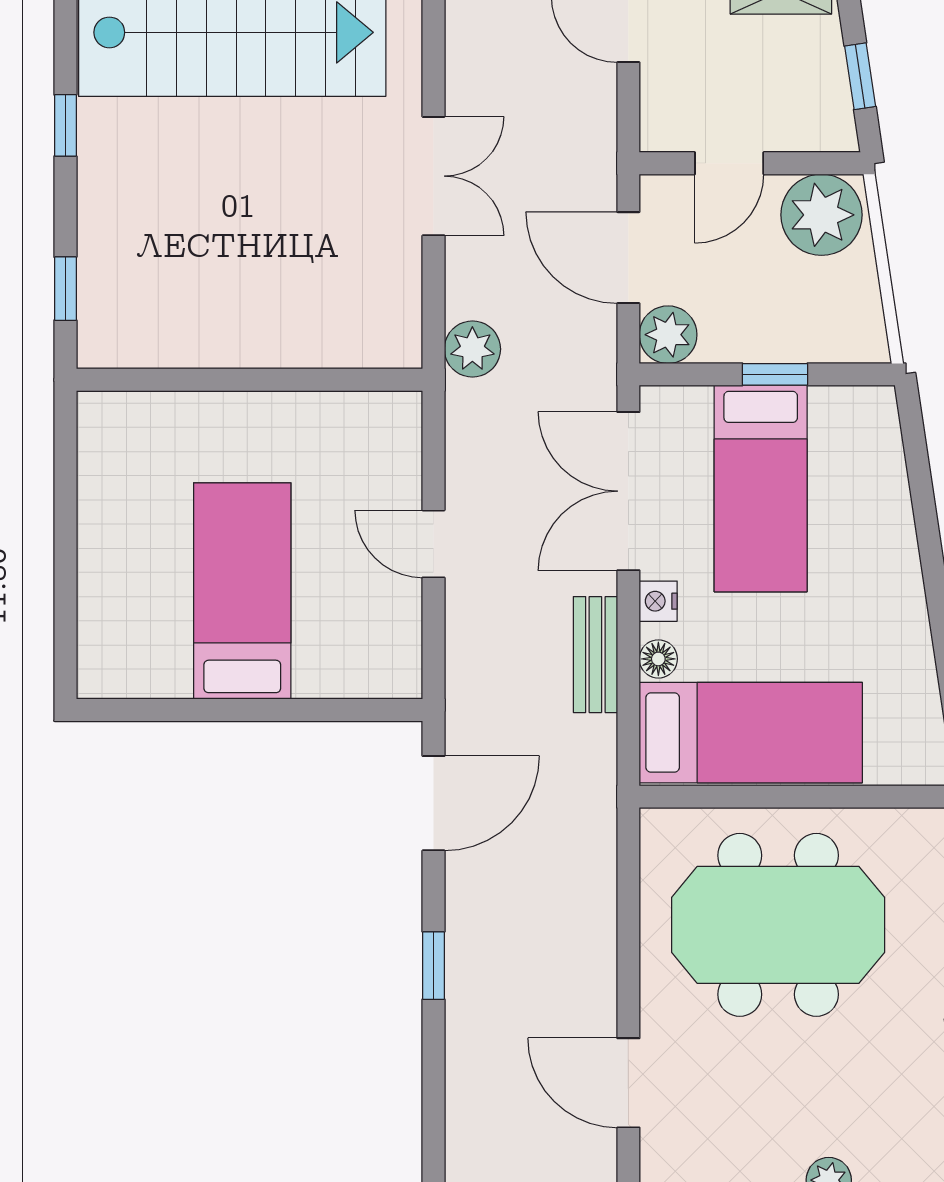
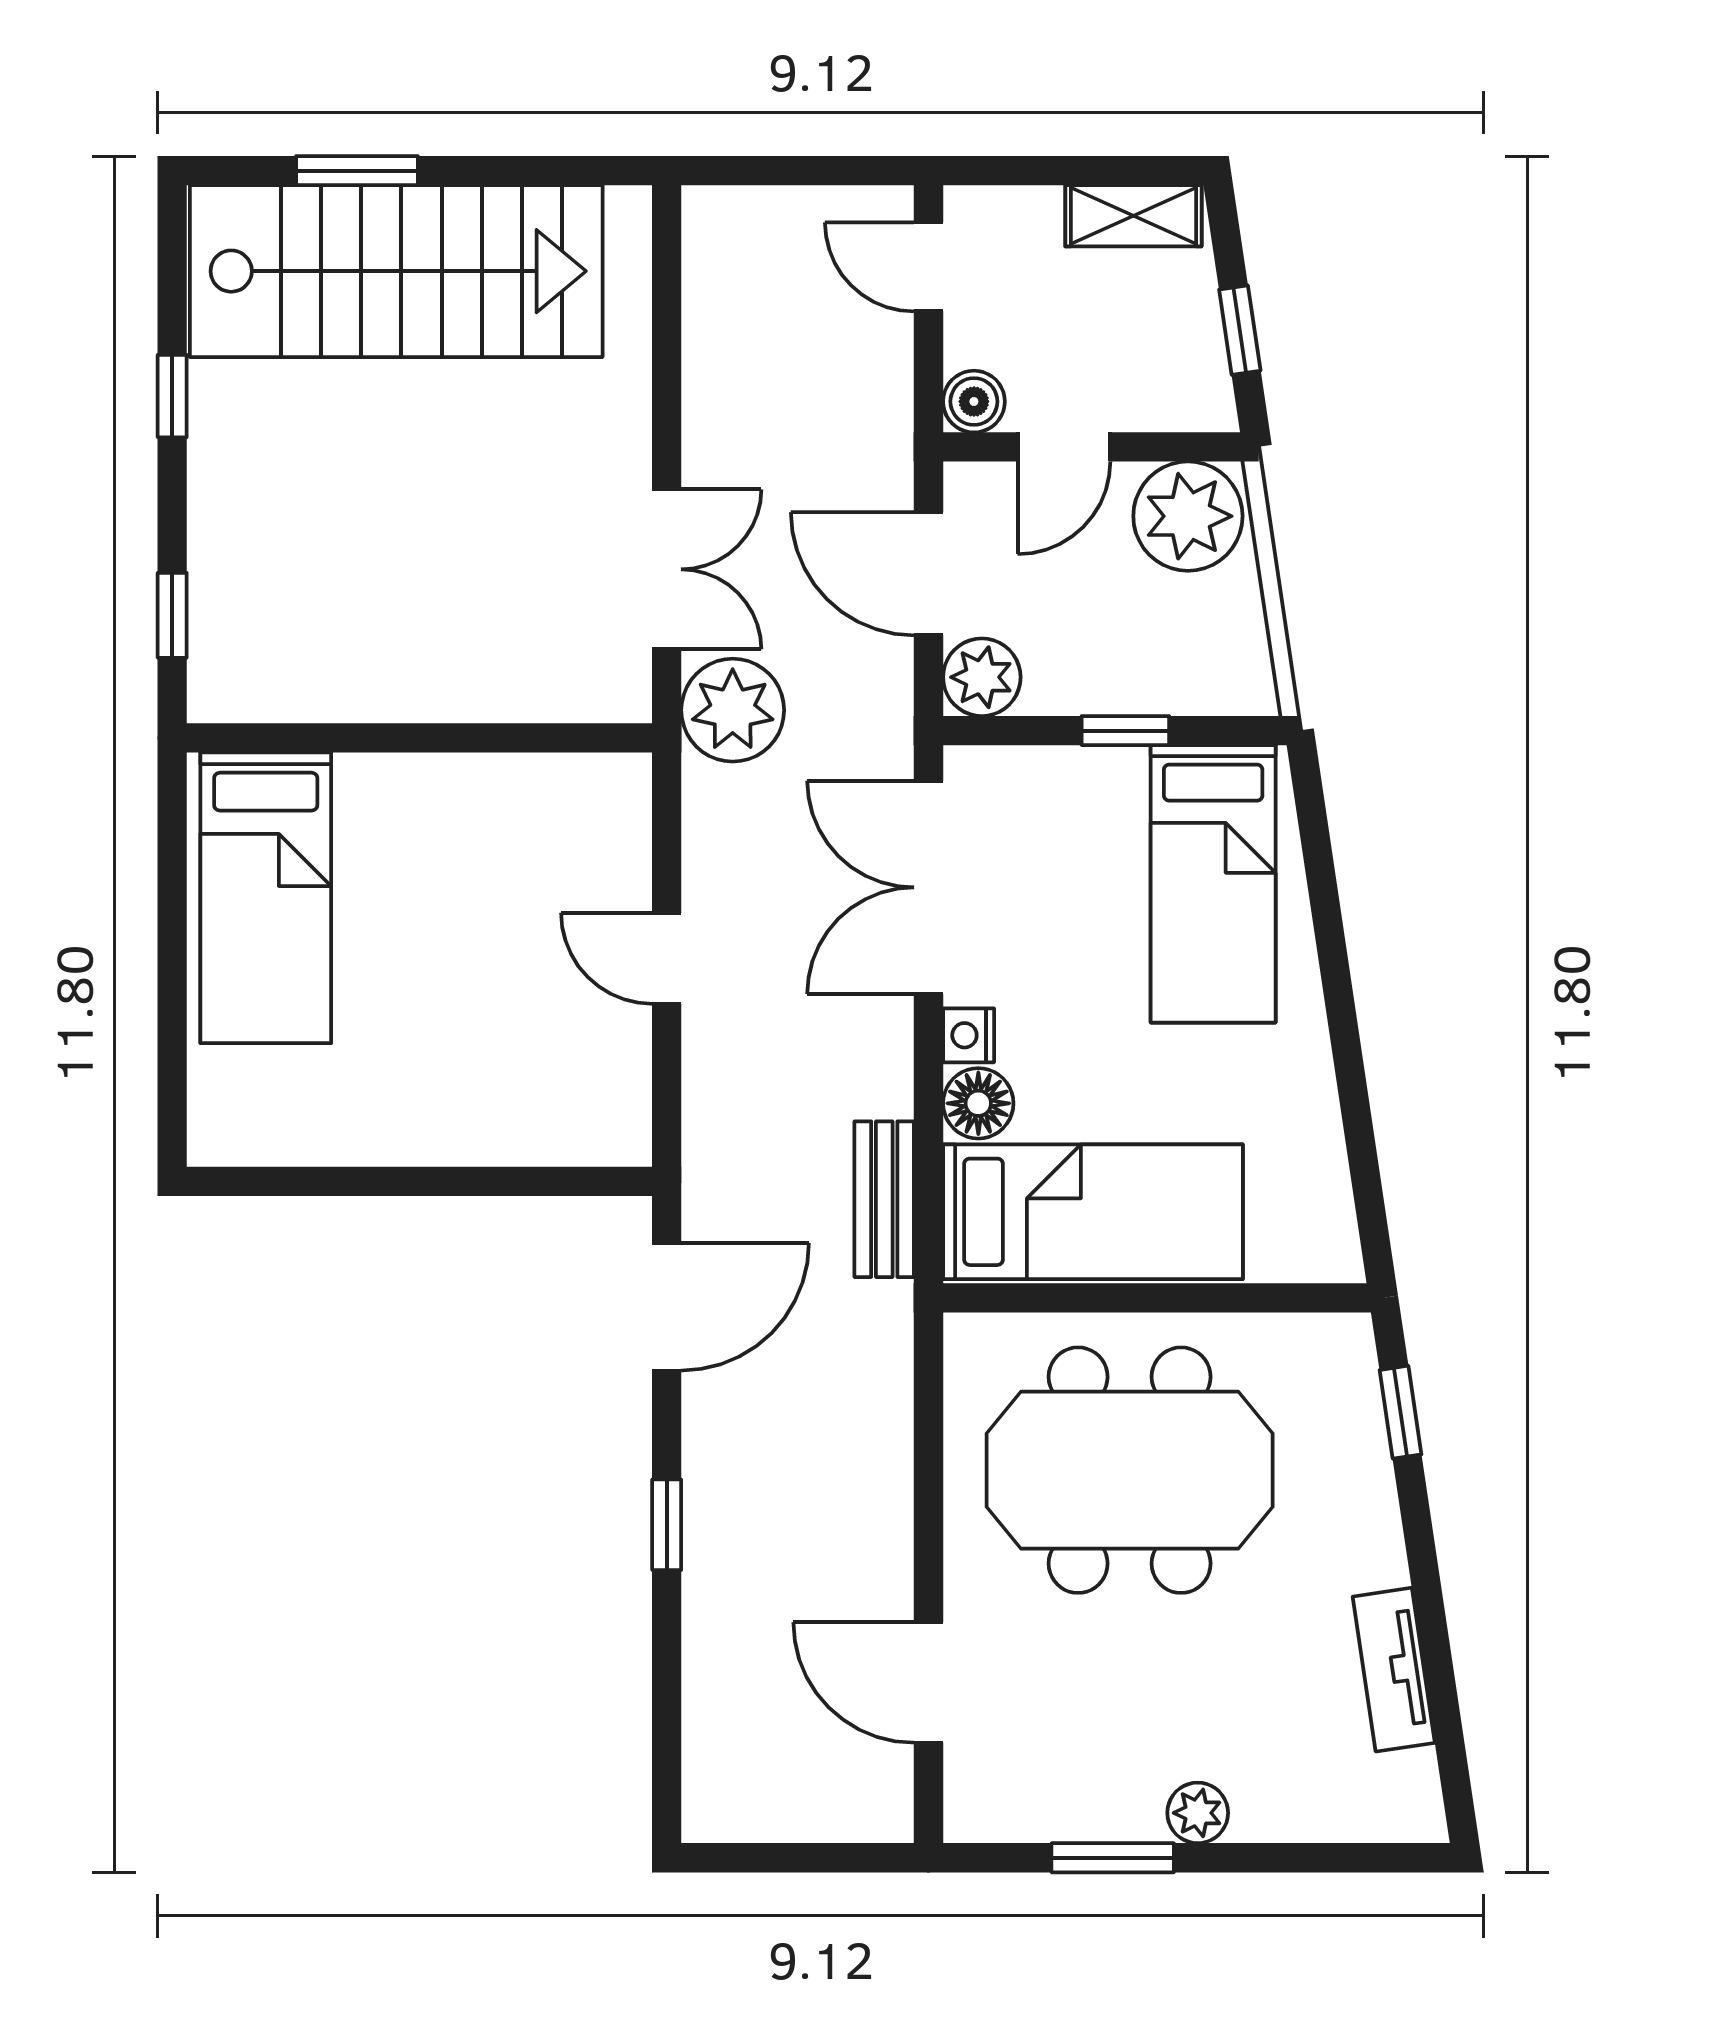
boiler: (662, 129) -> (974, 402), added
double door: (434, 176) -> (667, 569), moved
plant: (472, 349) -> (733, 710), width x1.36, depth x1.36
bed: (761, 488) -> (1213, 884), moved
bed: (242, 591) -> (266, 898), moved, turned 180
bench: (595, 655) -> (884, 1199), moved
floor lamp: (658, 659) -> (978, 1103), width x1.37, depth x1.37

